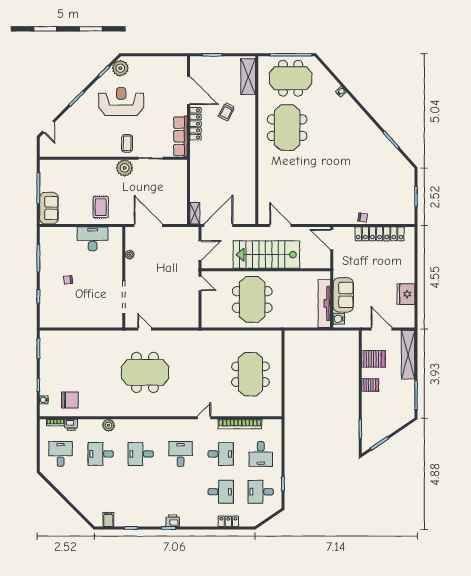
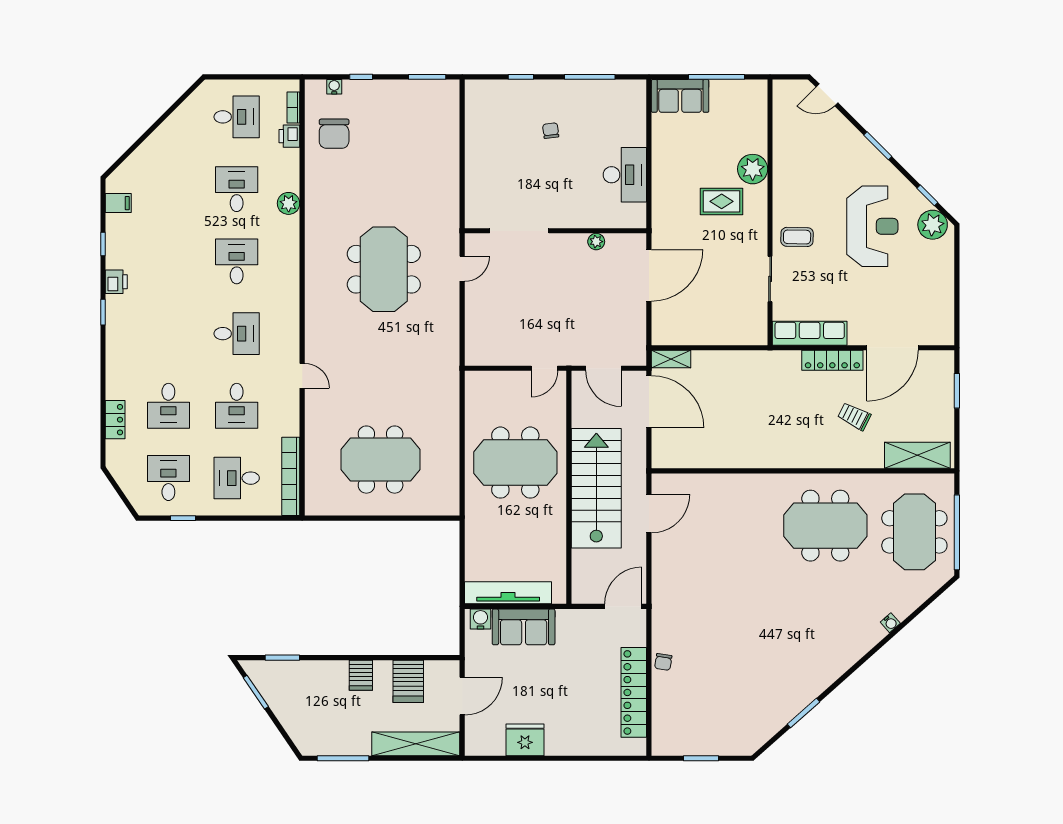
plant: (125, 168) -> (753, 169), moved
rug: (101, 207) -> (722, 201), moved
bookcase: (240, 424) -> (291, 476), moved
printer: (173, 521) -> (116, 282), moved

